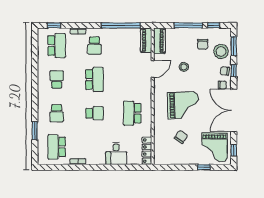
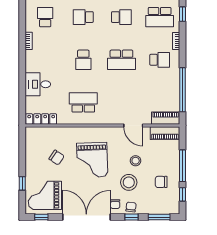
school desk: (94, 46) -> (160, 60), turned 180
stool: (221, 51) -> (129, 182), moved
school desk: (57, 147) -> (45, 17), width x0.54

